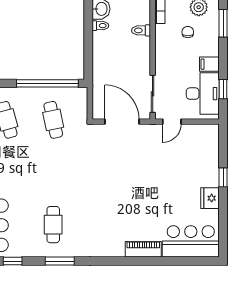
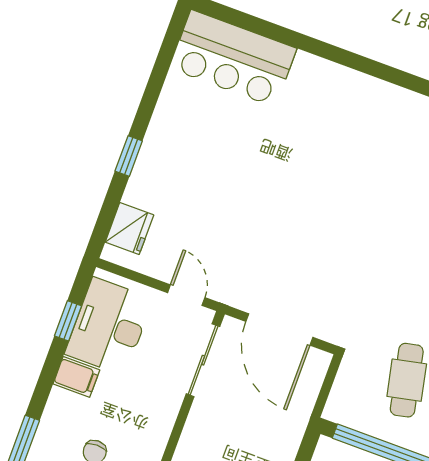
door: (172, 122) -> (186, 295), hinge flipped
fridge: (210, 198) -> (129, 229), moved
piano: (143, 249) -> (327, 76), removed

